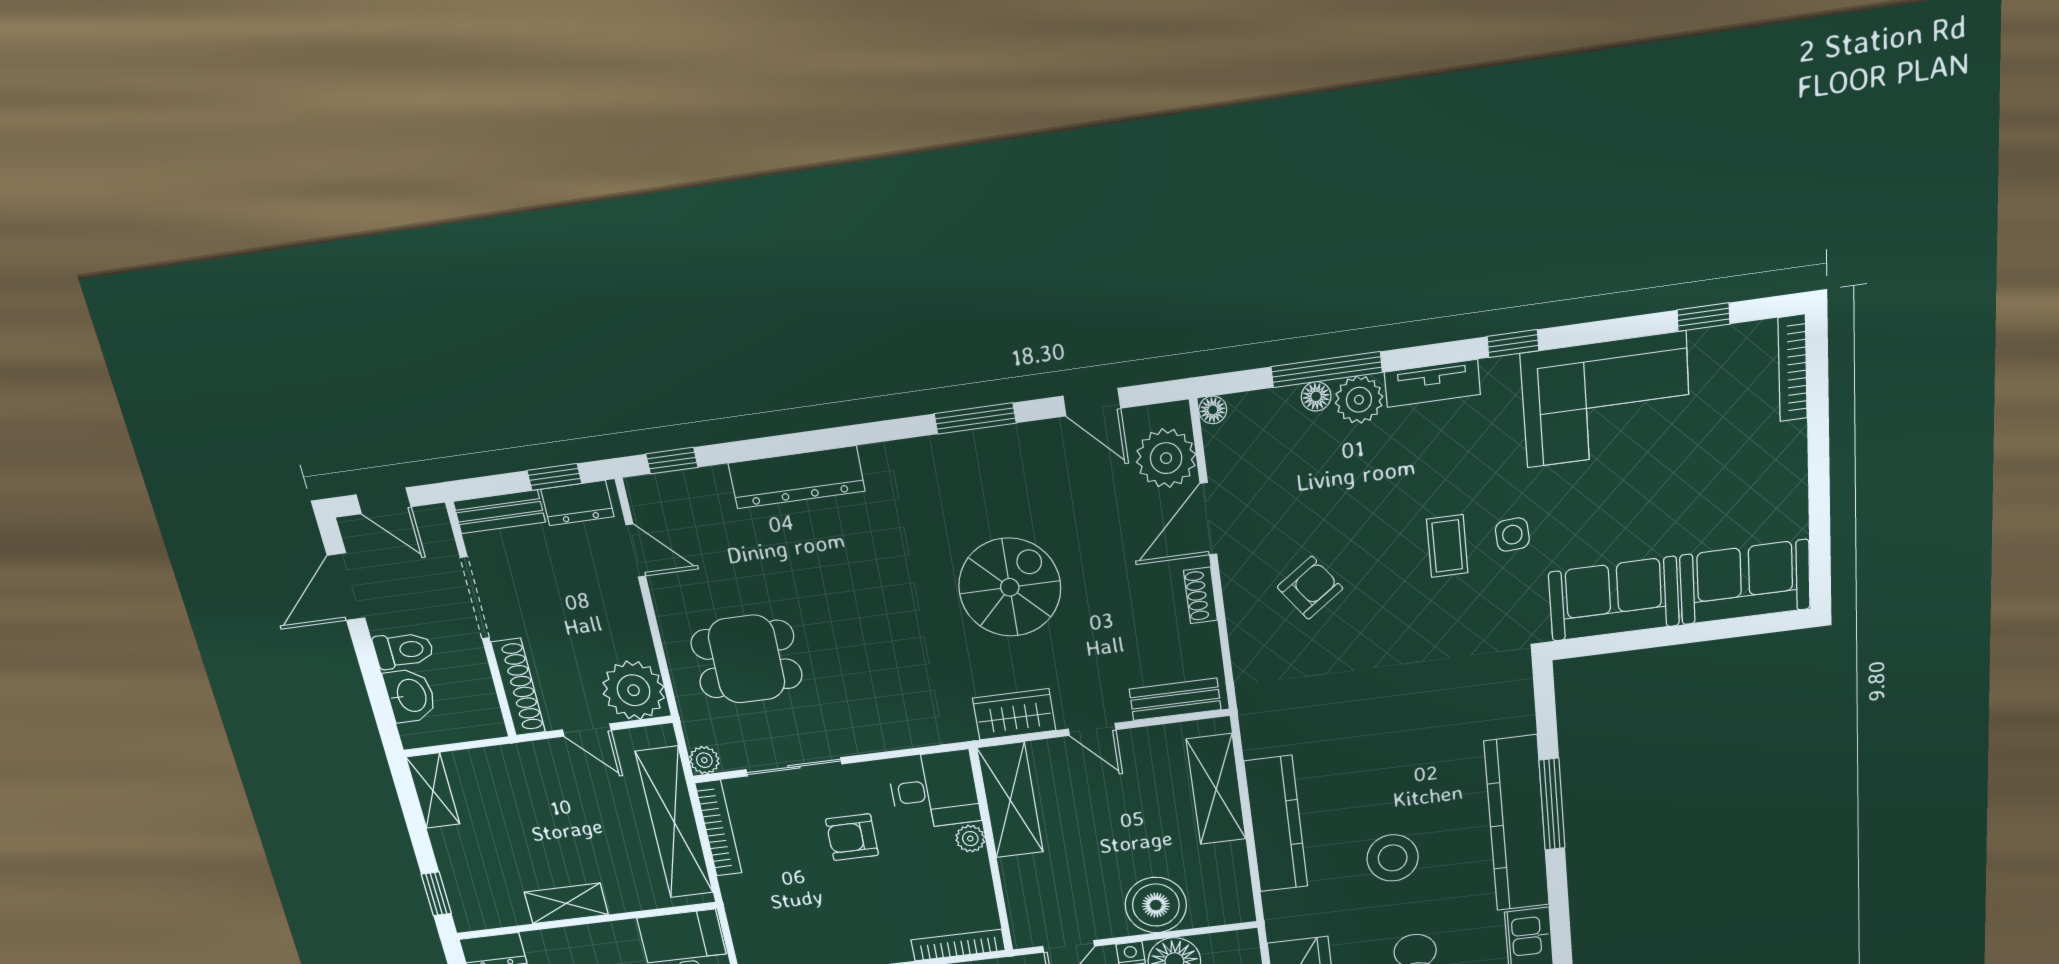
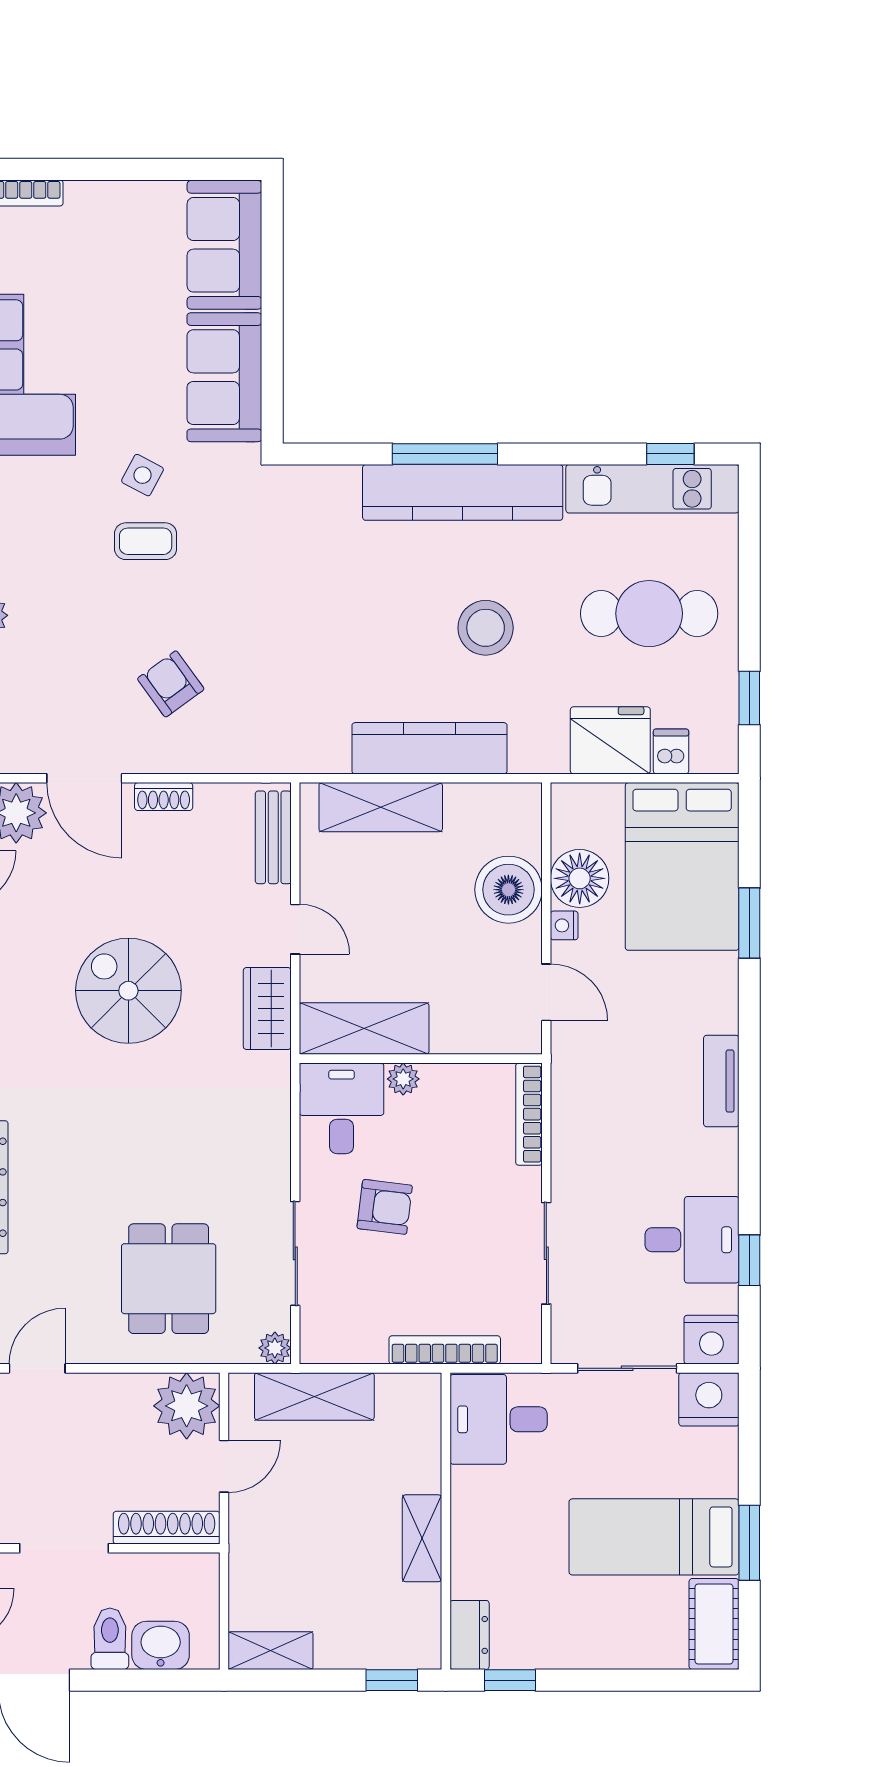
side table: (1512, 535) -> (143, 475), turned 32
door: (1092, 729) -> (295, 929), hinge flipped
shelving: (674, 823) -> (314, 1396), width x0.68
bookcase: (719, 828) -> (445, 1350), moved
armchair: (852, 837) -> (385, 1207), turned -83

